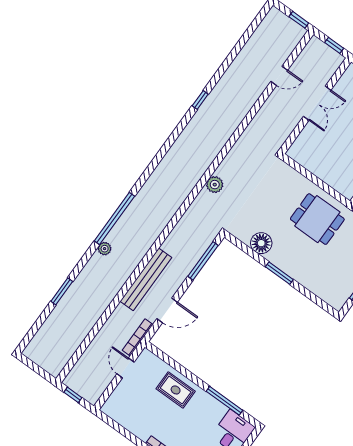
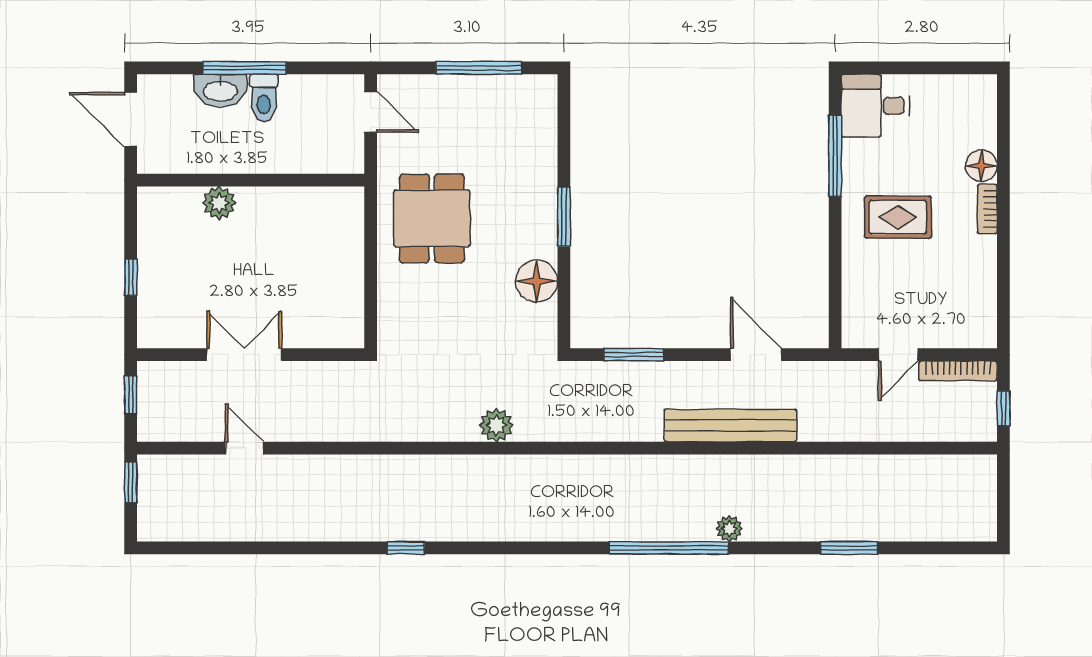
window: (200, 100) -> (406, 548), moved
window: (203, 261) -> (634, 355), width x0.69
bookcase: (138, 337) -> (958, 371), moved
rug: (176, 390) -> (898, 217), moved, turned 90

